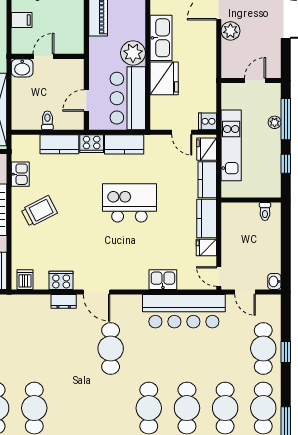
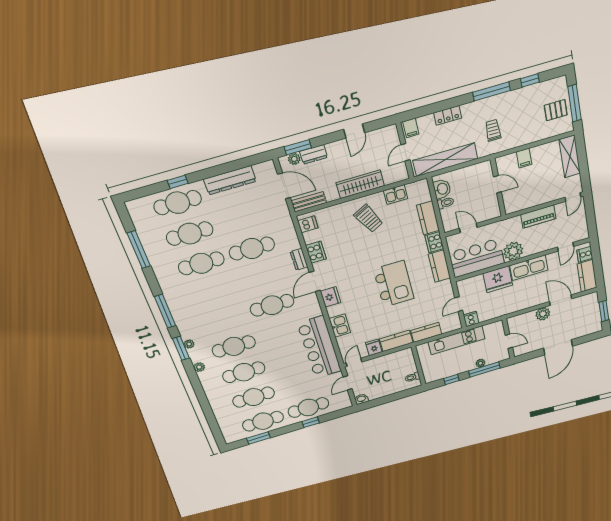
washbasin: (22, 68) -> (442, 189), moved, turned 180
fridge: (207, 149) -> (331, 297), moved, turned 90
cafe table: (34, 349) -> (252, 249), added

